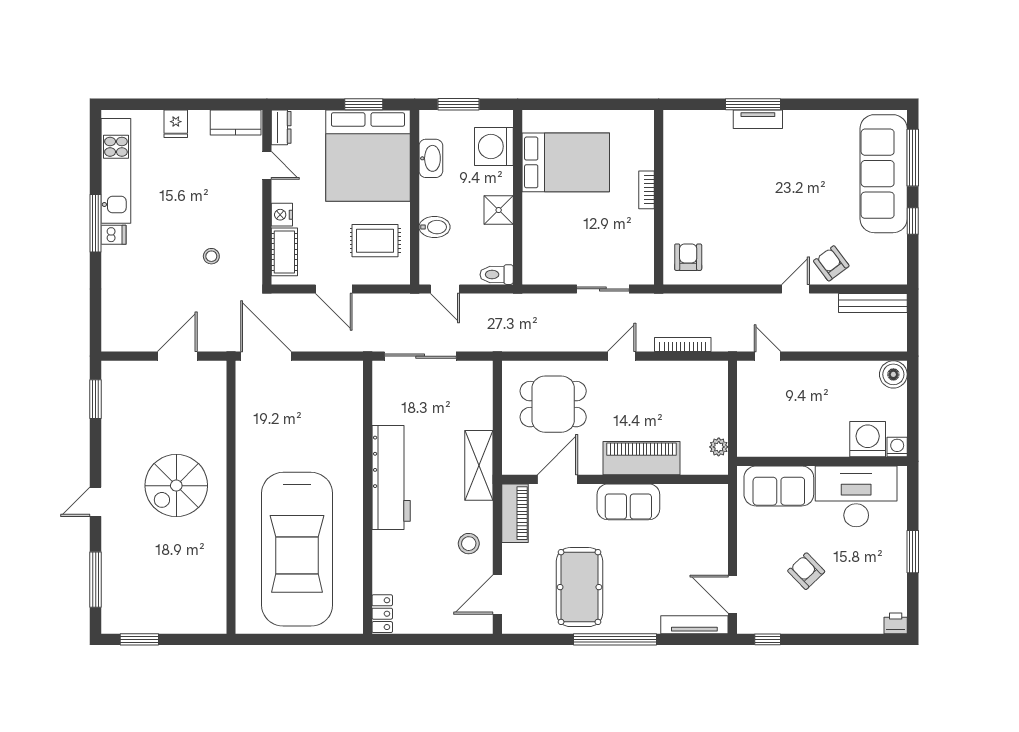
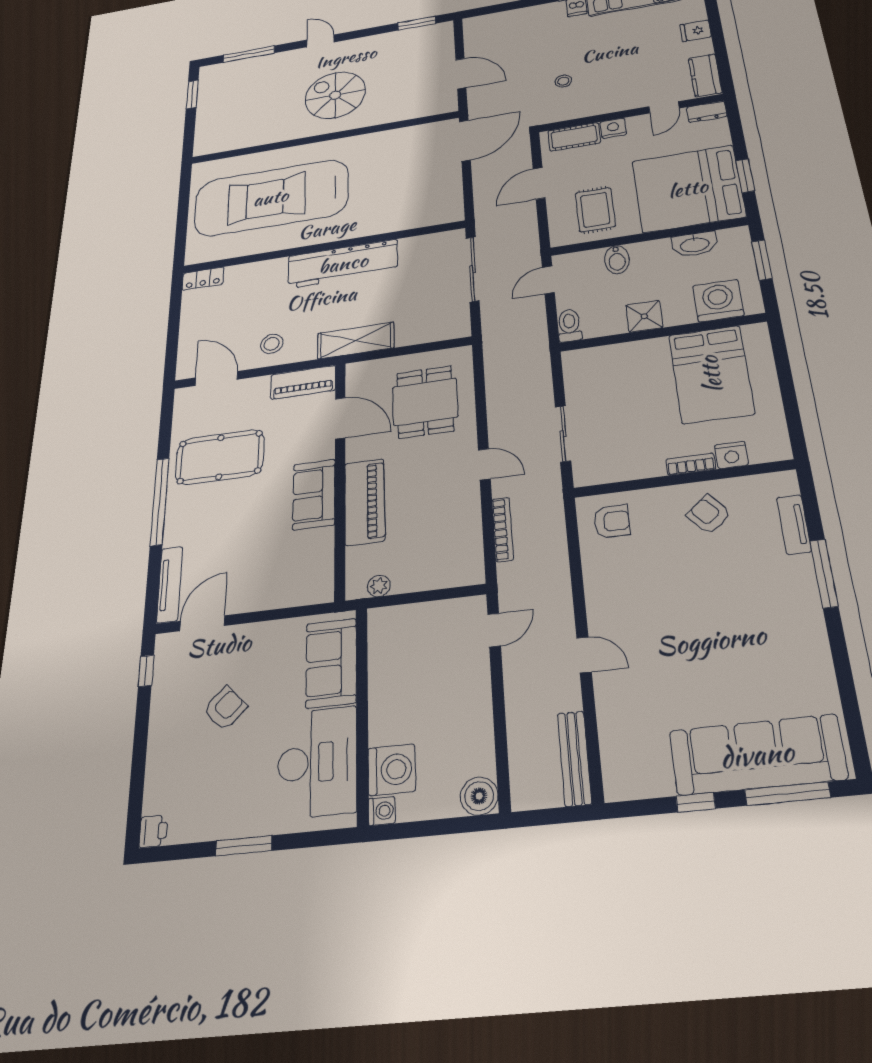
tv unit: (758, 119) -> (794, 525), moved
nightstand: (643, 157) -> (731, 455), added
armchair: (831, 263) -> (709, 514), moved, turned -93

